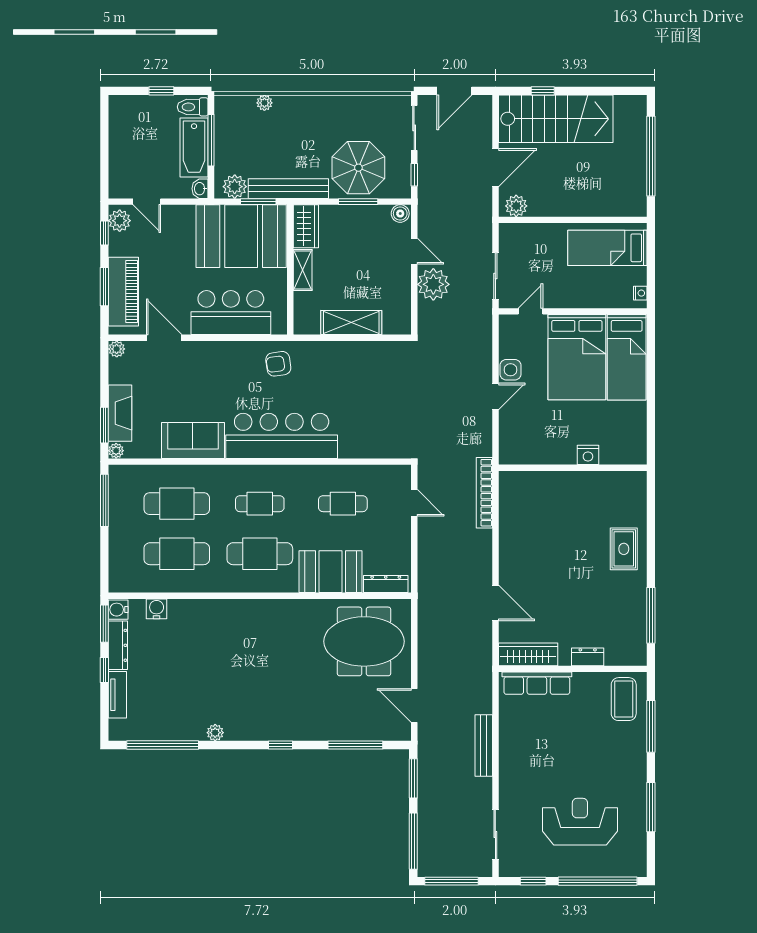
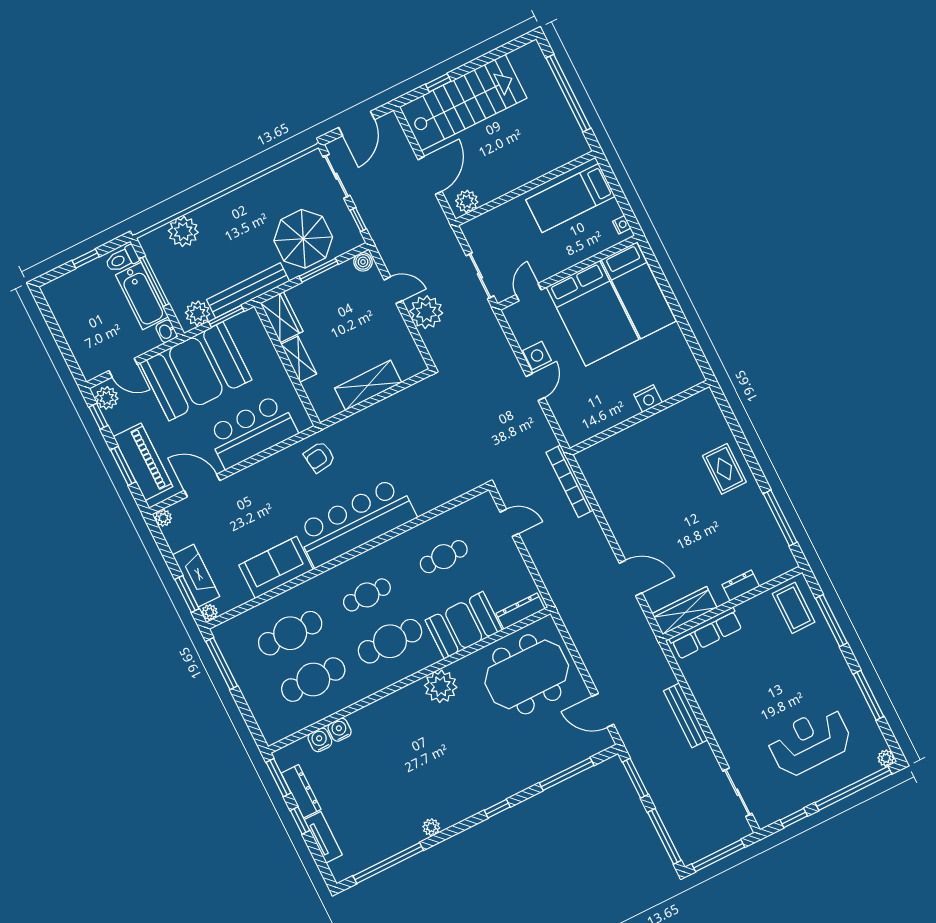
plant: (264, 103) -> (183, 232), width x1.88, depth x1.88
booth: (241, 236) -> (196, 371), moved
water cooler: (118, 610) -> (340, 730), moved, turned 90
plant: (284, 615) -> (441, 686), added
plant: (639, 869) -> (886, 758), added

